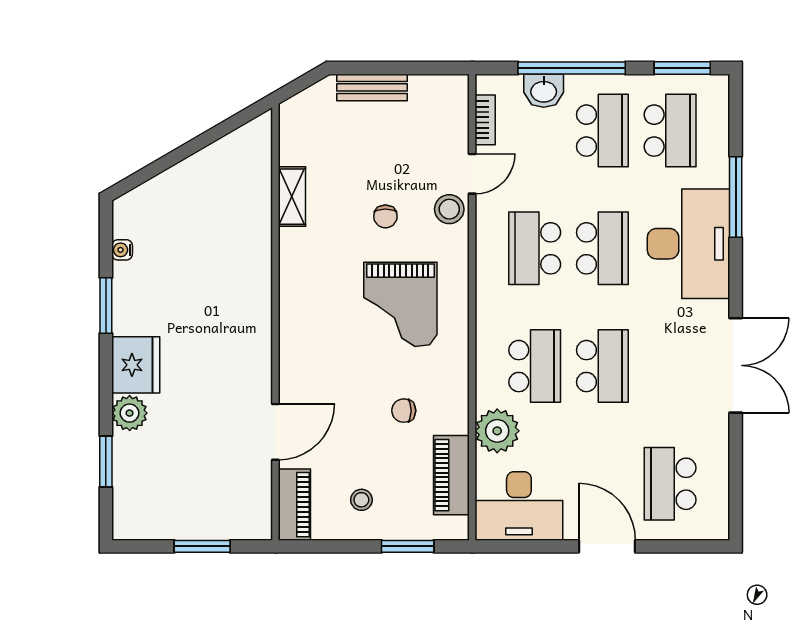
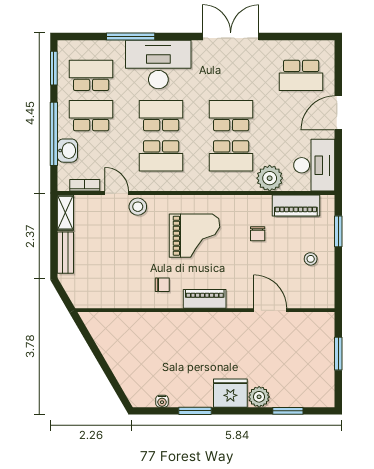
shelving: (292, 197) -> (65, 213), moved, turned 90
chair: (385, 216) -> (162, 285), moved
school desk: (535, 366) -> (231, 156), turned 180
piano: (294, 505) -> (205, 299), moved

